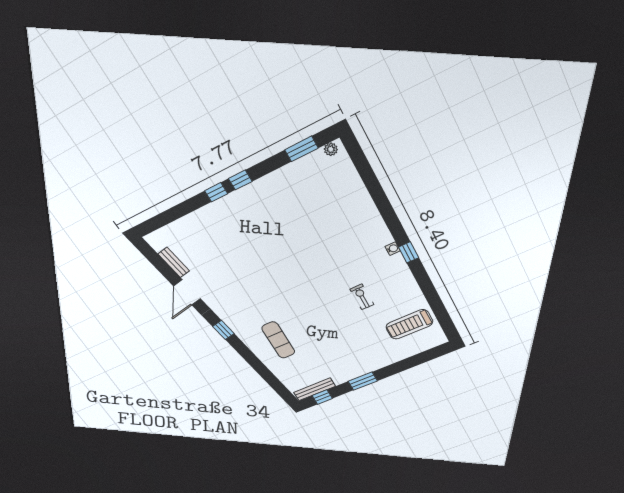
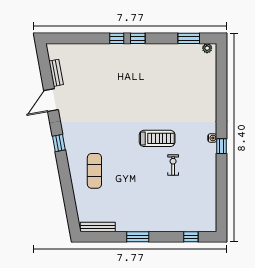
treadmill: (409, 324) -> (157, 138), moved, turned 180
window: (322, 397) -> (191, 237), moved

